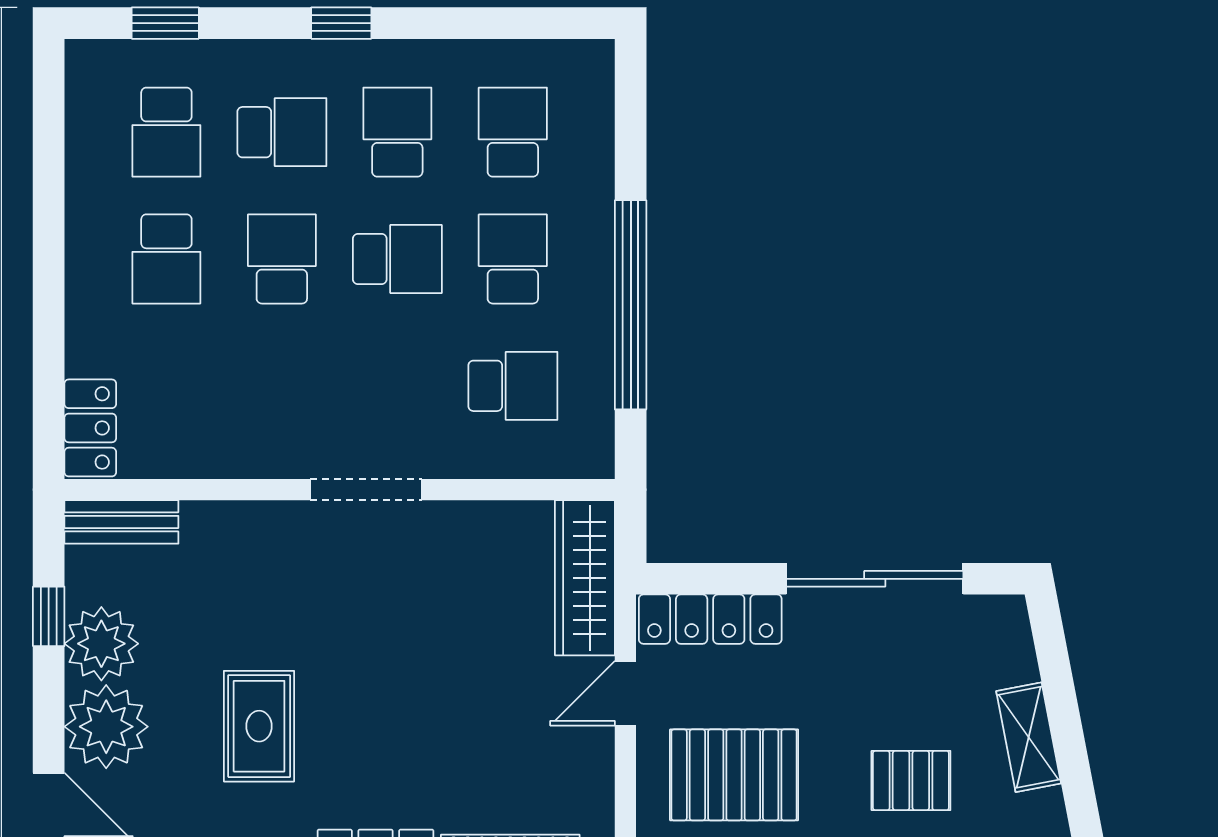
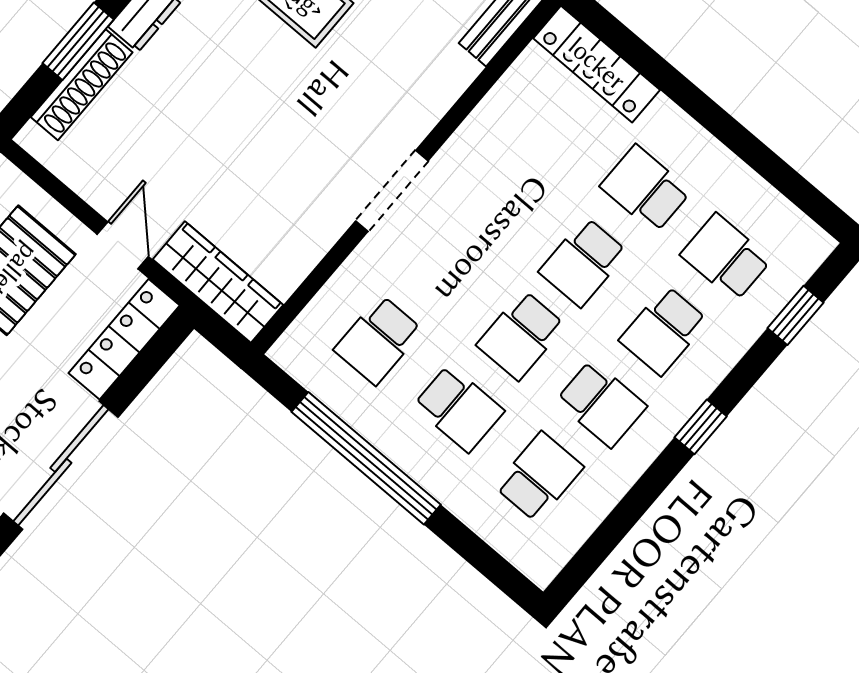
school desk: (513, 132) -> (539, 477), turned -90
school desk: (282, 259) -> (583, 262), turned 90
locker: (90, 428) -> (597, 64), width x1.53

